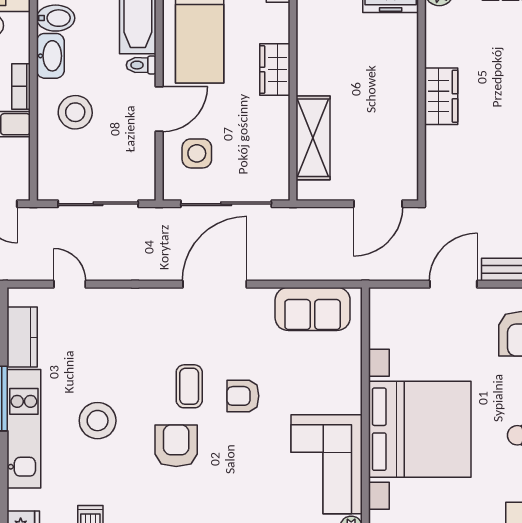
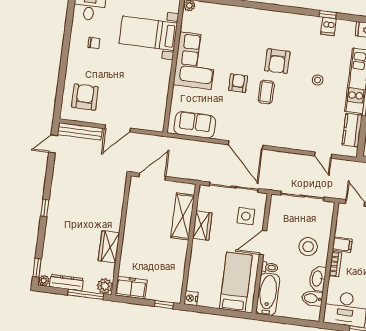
wardrobe: (275, 70) -> (202, 226), moved
wardrobe: (441, 96) -> (109, 247), moved
door: (215, 284) -> (245, 145), hinge flipped
armchair: (243, 396) -> (238, 83), turned -90
stool: (98, 421) -> (318, 80), width x0.53, depth x0.53
bed with nightstands: (420, 429) -> (148, 33), width x0.54
corner sofa: (327, 464) -> (195, 61), moved

